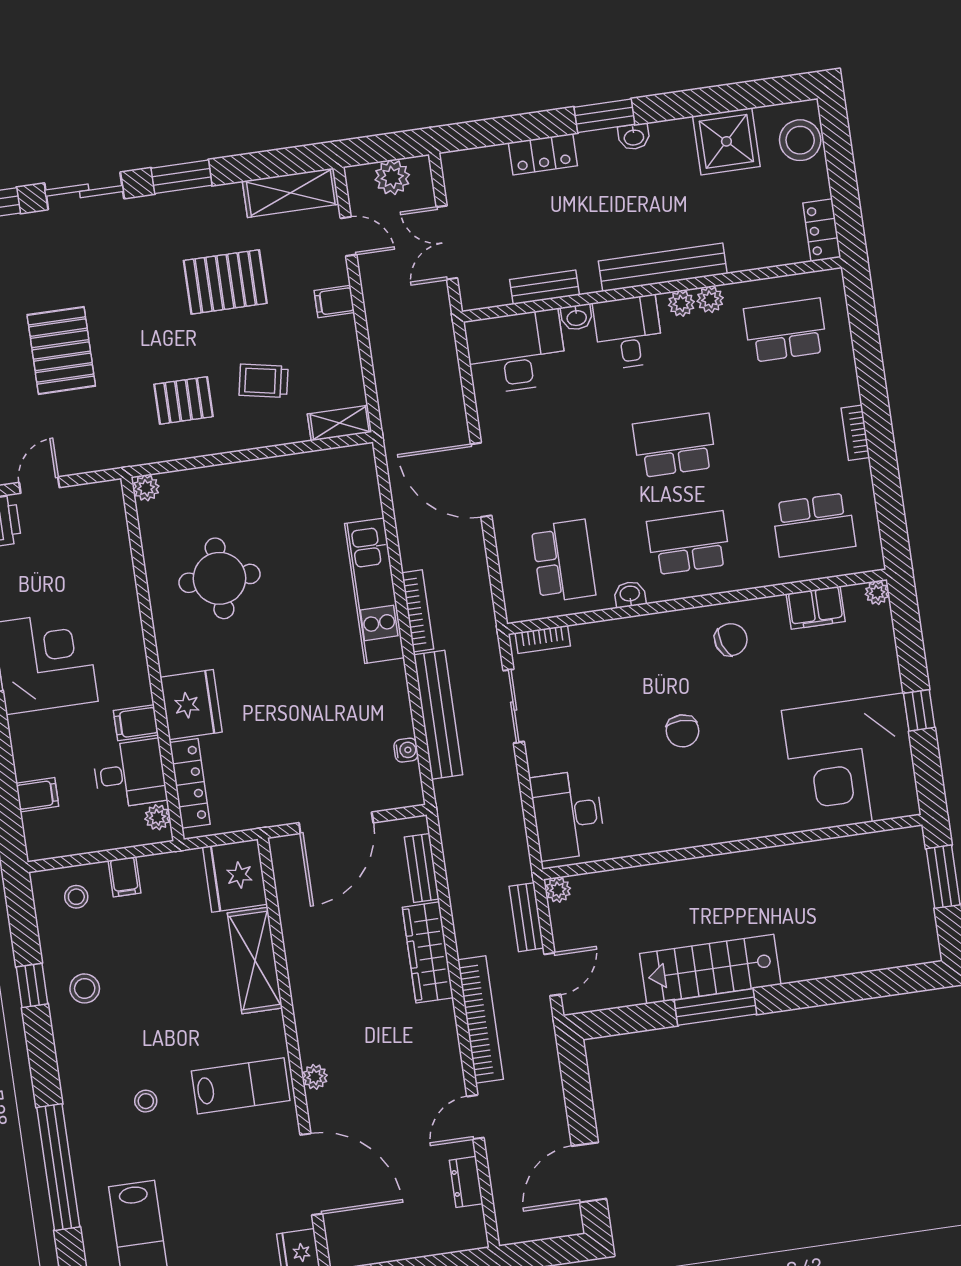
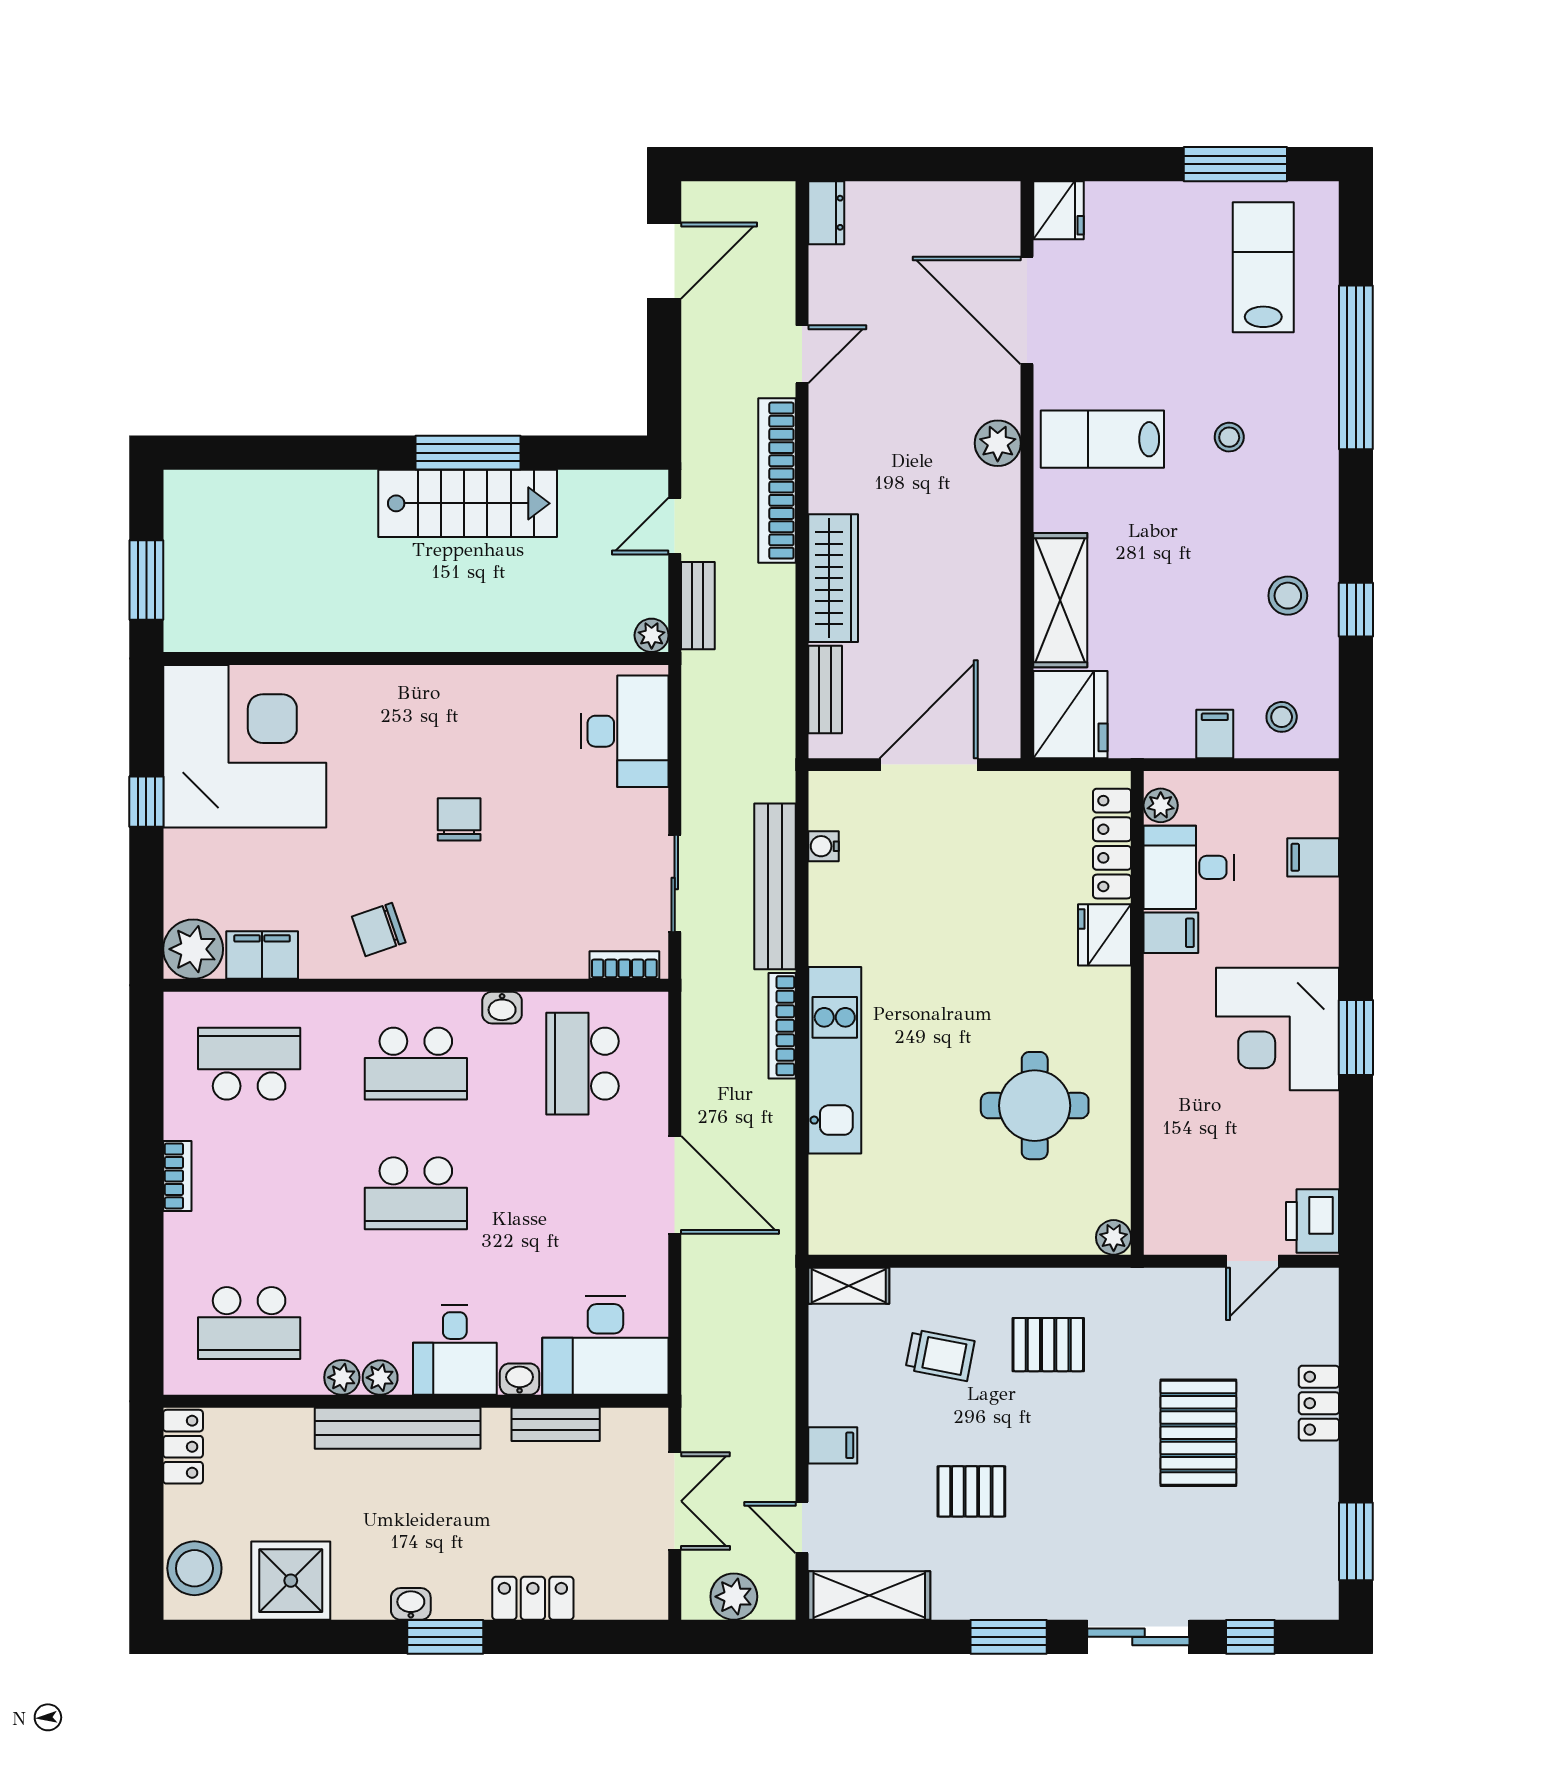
pallet: (225, 282) -> (971, 1491), width x0.67, depth x0.71
plant: (877, 593) -> (193, 949), width x1.88, depth x1.88
fridge: (191, 705) -> (1105, 935), width x0.73, depth x0.75
plant: (315, 1077) -> (998, 443), width x1.38, depth x1.38
dresser: (466, 1182) -> (826, 213), moved

